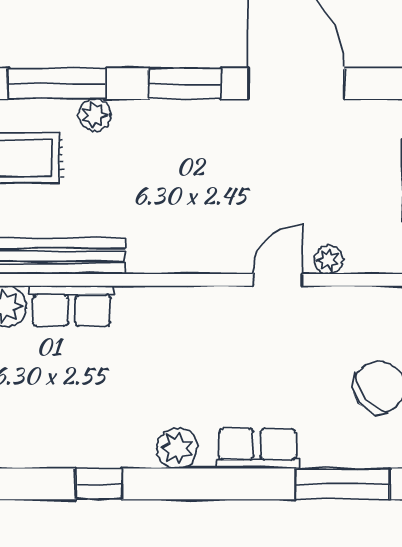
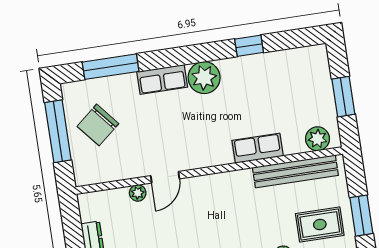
row of seats: (72, 306) -> (258, 148), moved
plant: (177, 448) -> (204, 78), width x1.36, depth x1.36

